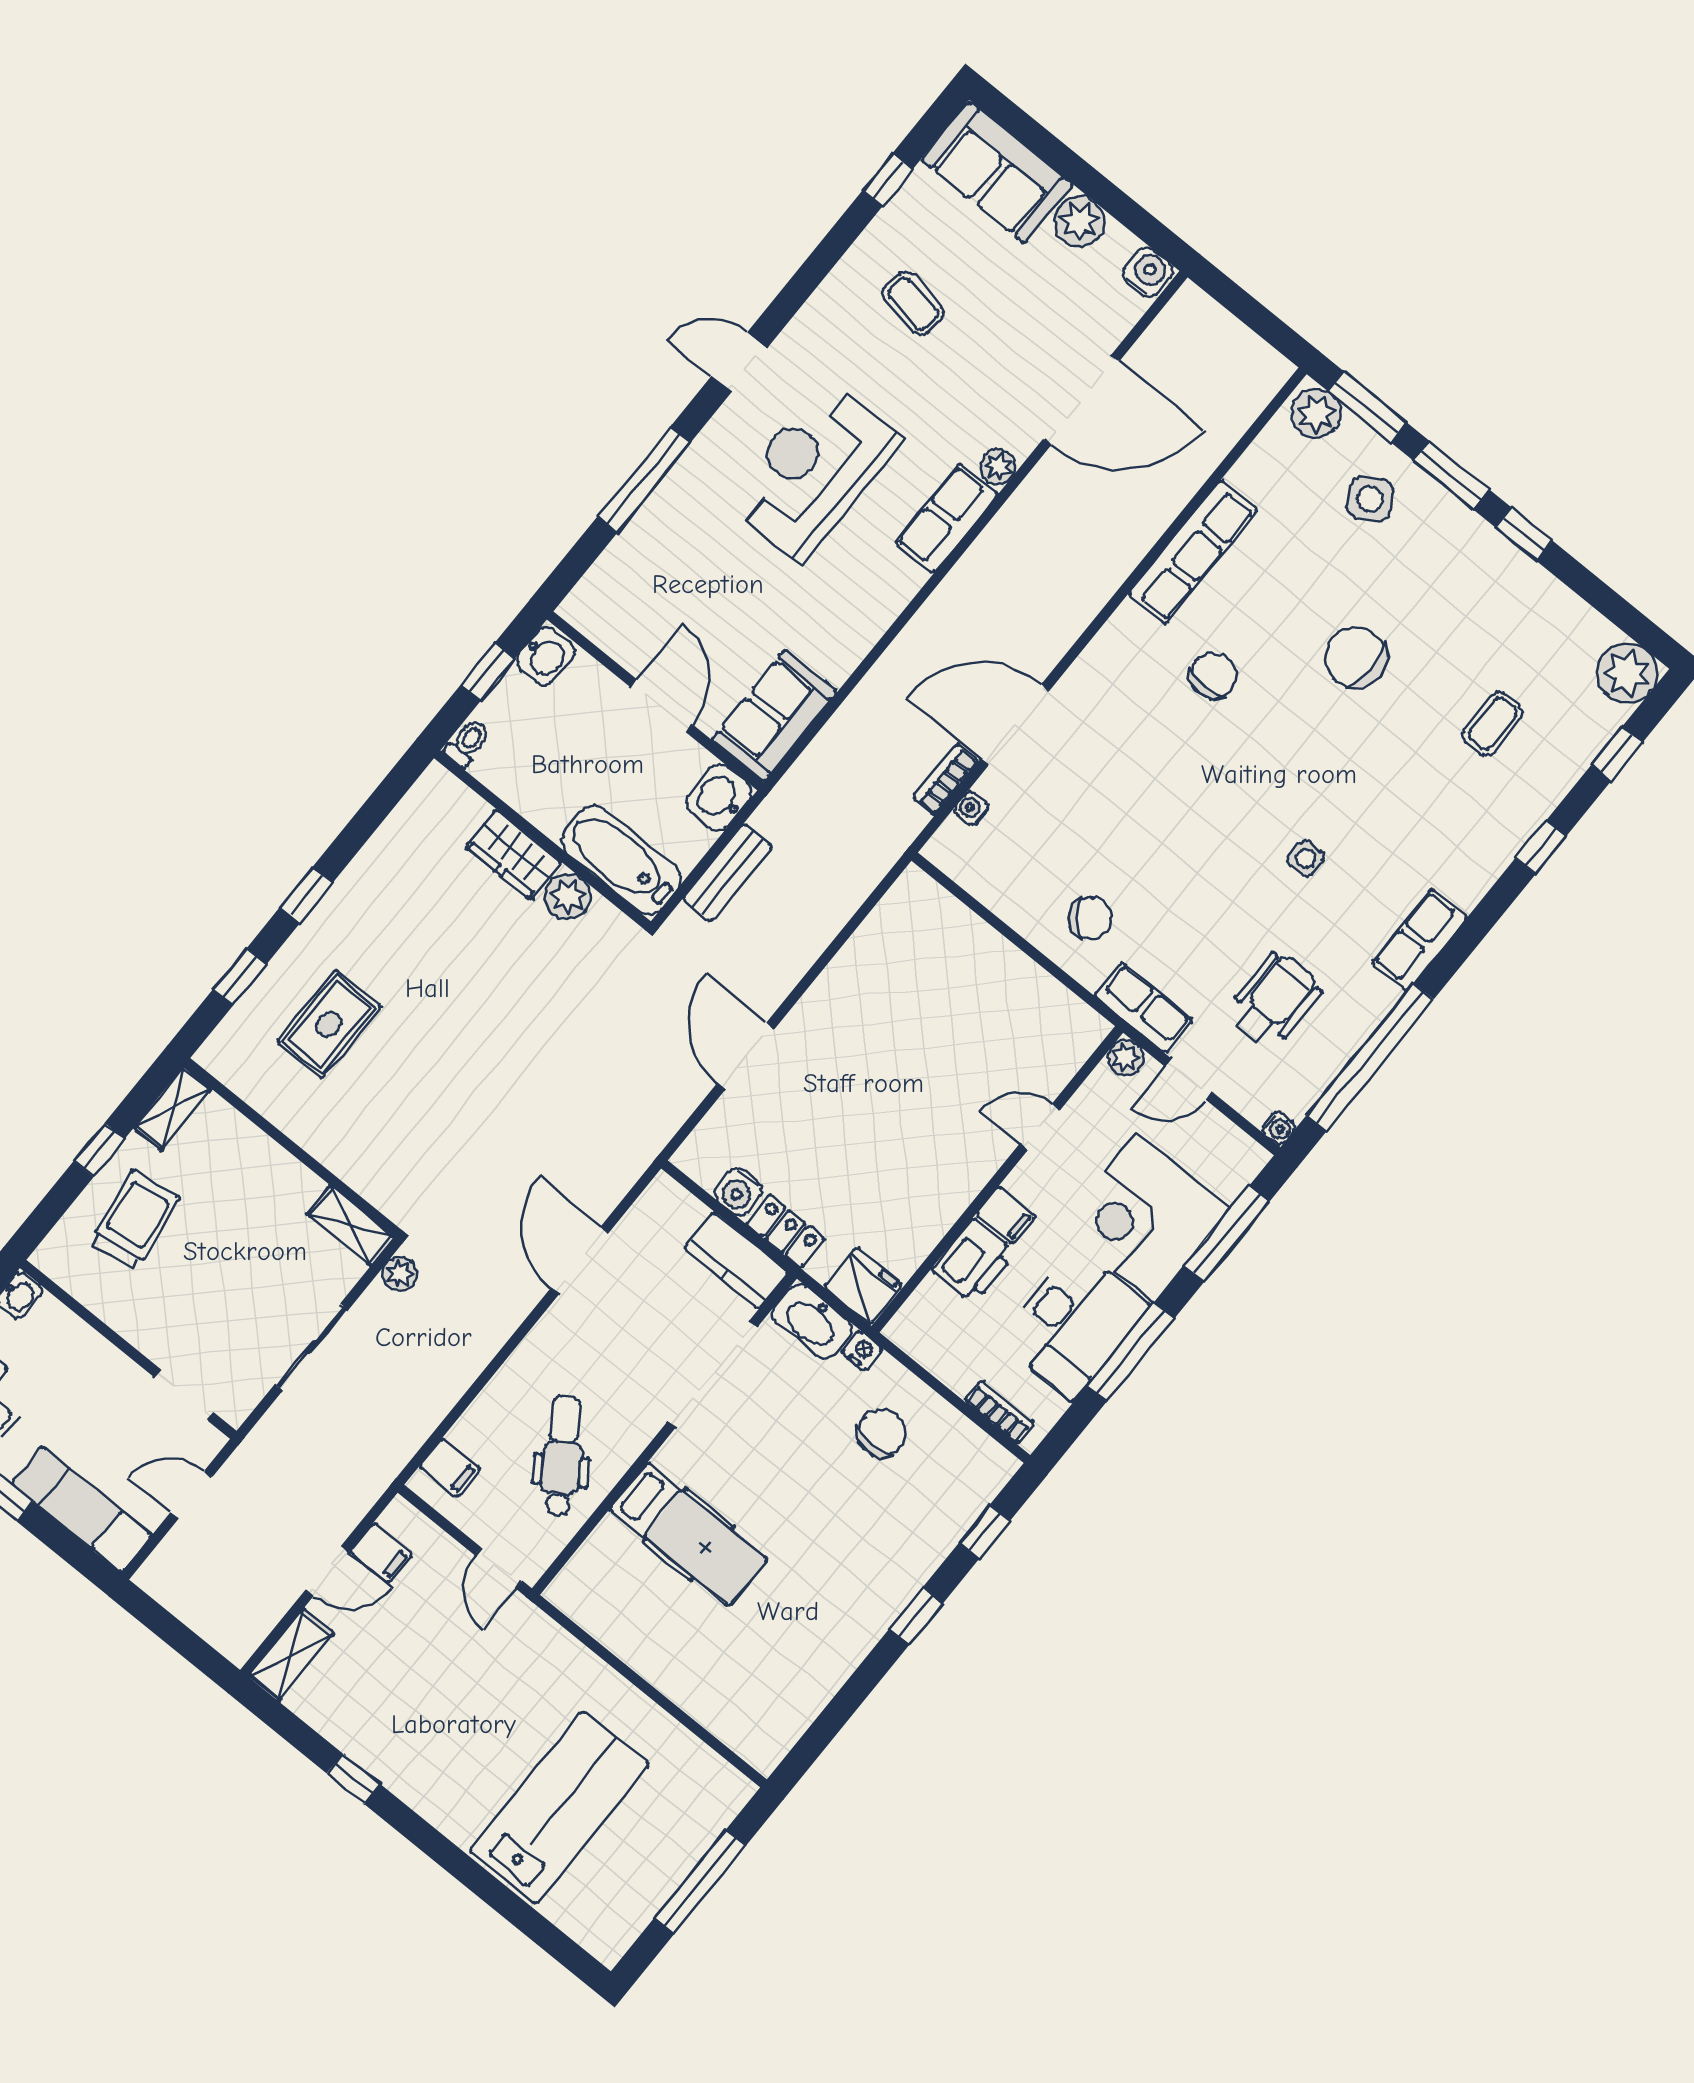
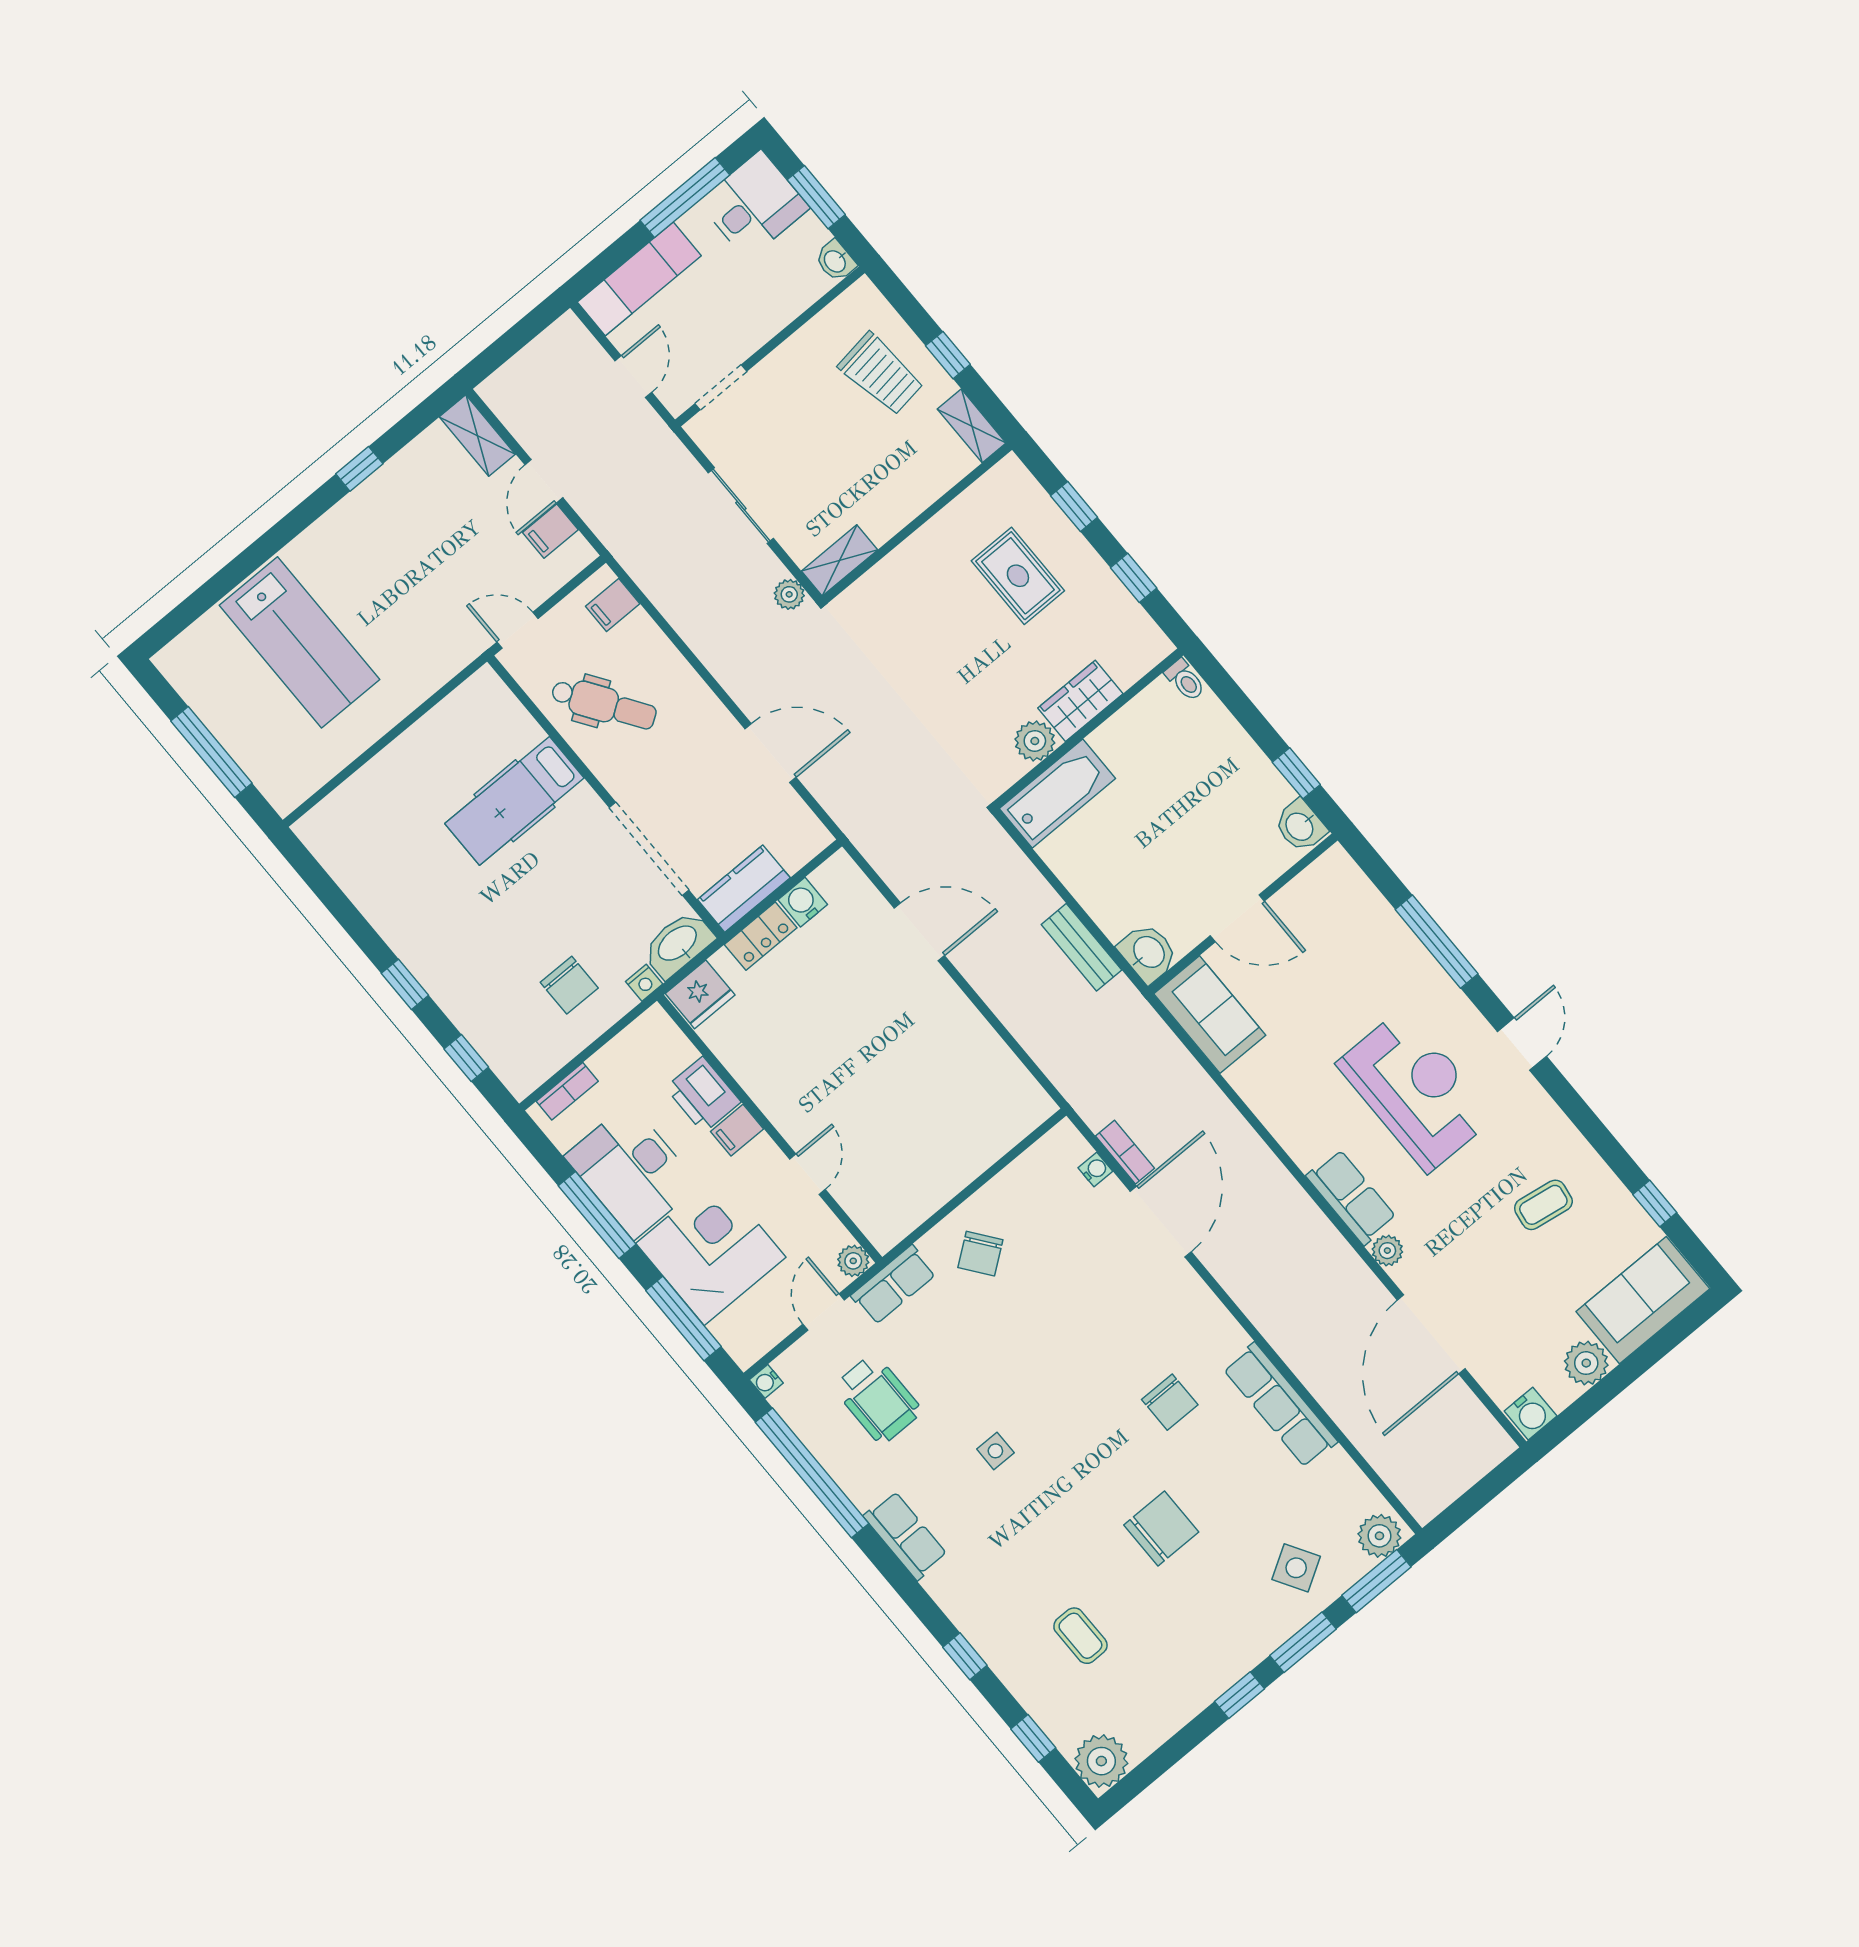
toilet: (468, 743) -> (1185, 680), moved
wall: (542, 840) -> (1088, 728), moved
wardrobe: (513, 855) -> (1080, 701), moved
bathtub: (621, 860) -> (1057, 794), moved
plant: (568, 896) -> (1035, 741), moved

